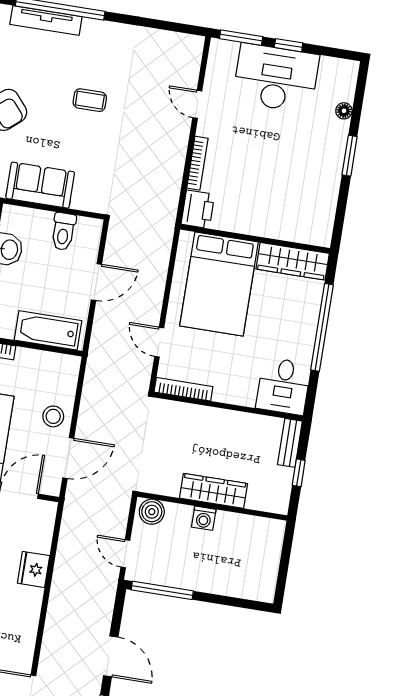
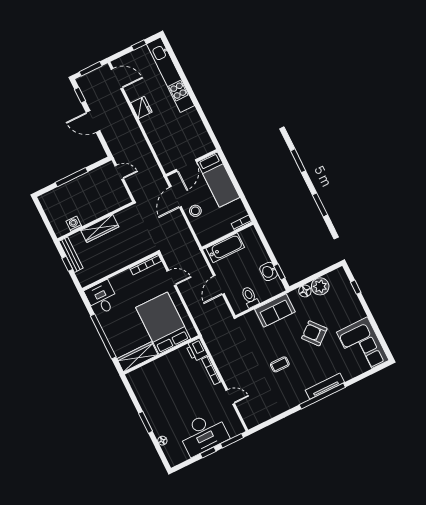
bench: (290, 443) -> (71, 255), moved, width x1.36
boiler: (152, 512) -> (121, 200), removed
washing machine: (204, 518) -> (74, 224), moved
fridge: (34, 569) -> (141, 108), moved
window: (162, 590) -> (72, 177), moved

